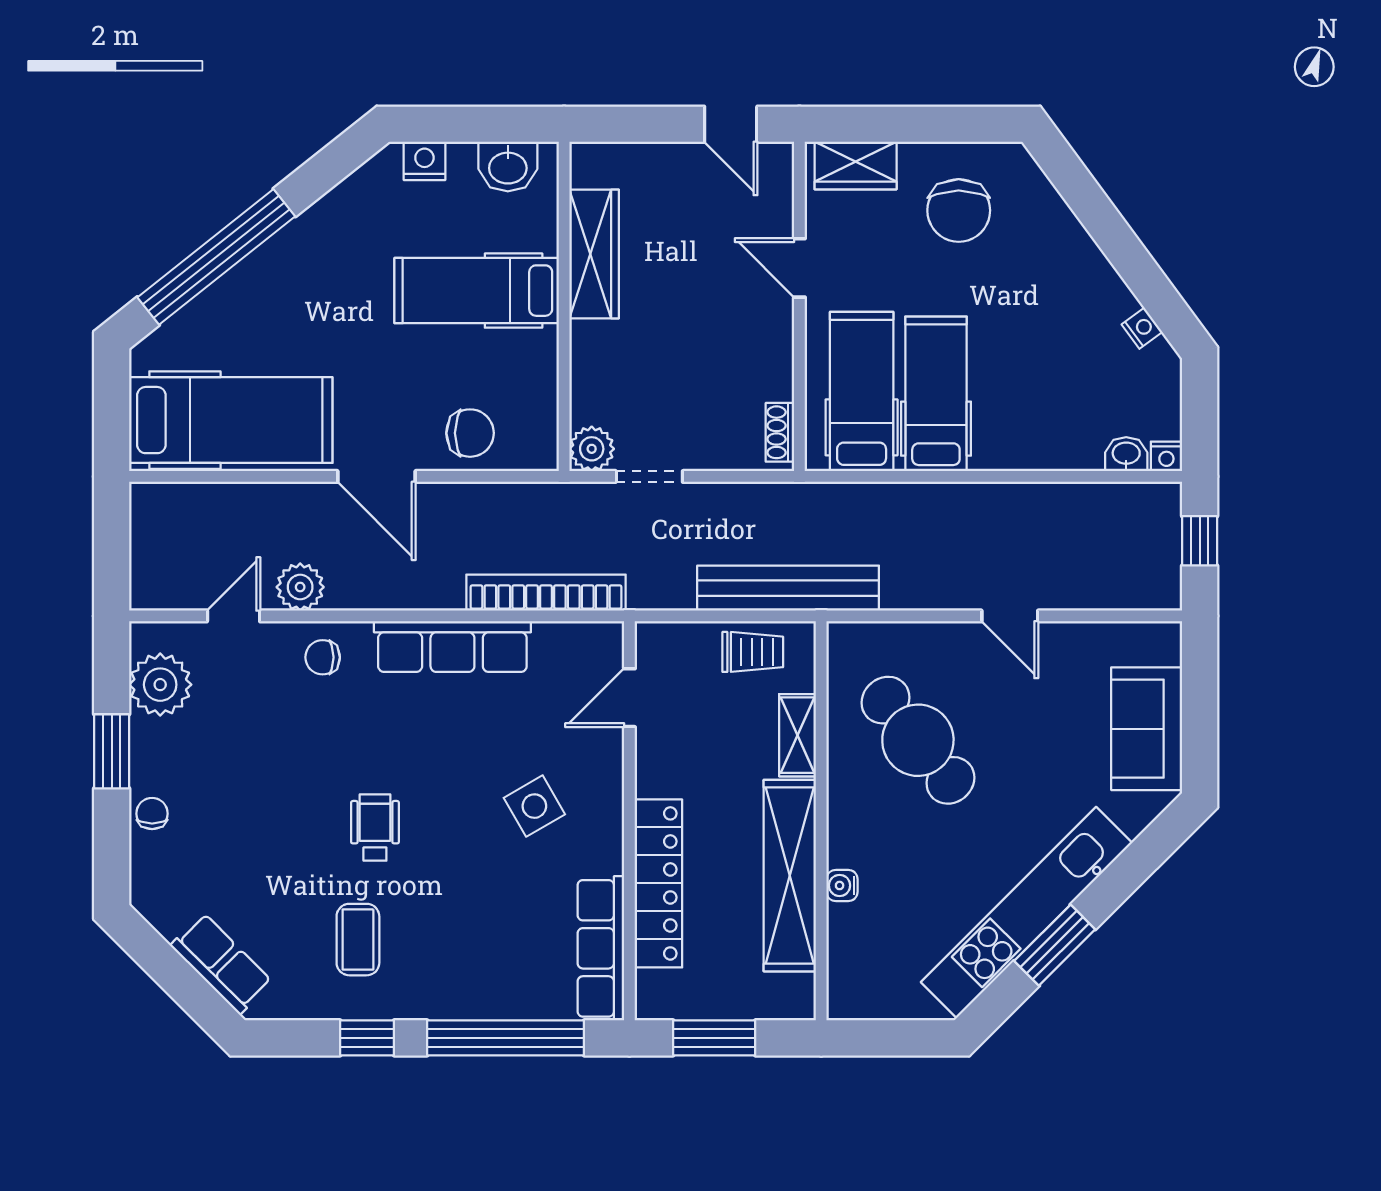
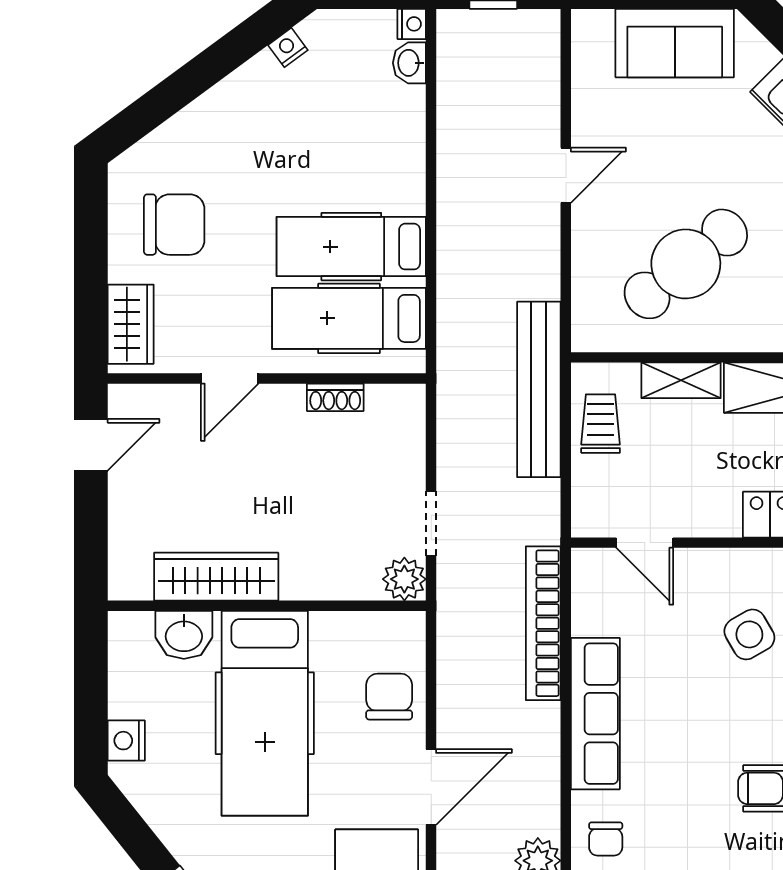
washbasin: (508, 167) -> (184, 635), moved, turned 90
hospital bed: (477, 291) -> (265, 713), width x1.37, depth x1.29
shoe rack: (780, 432) -> (335, 397), moved

